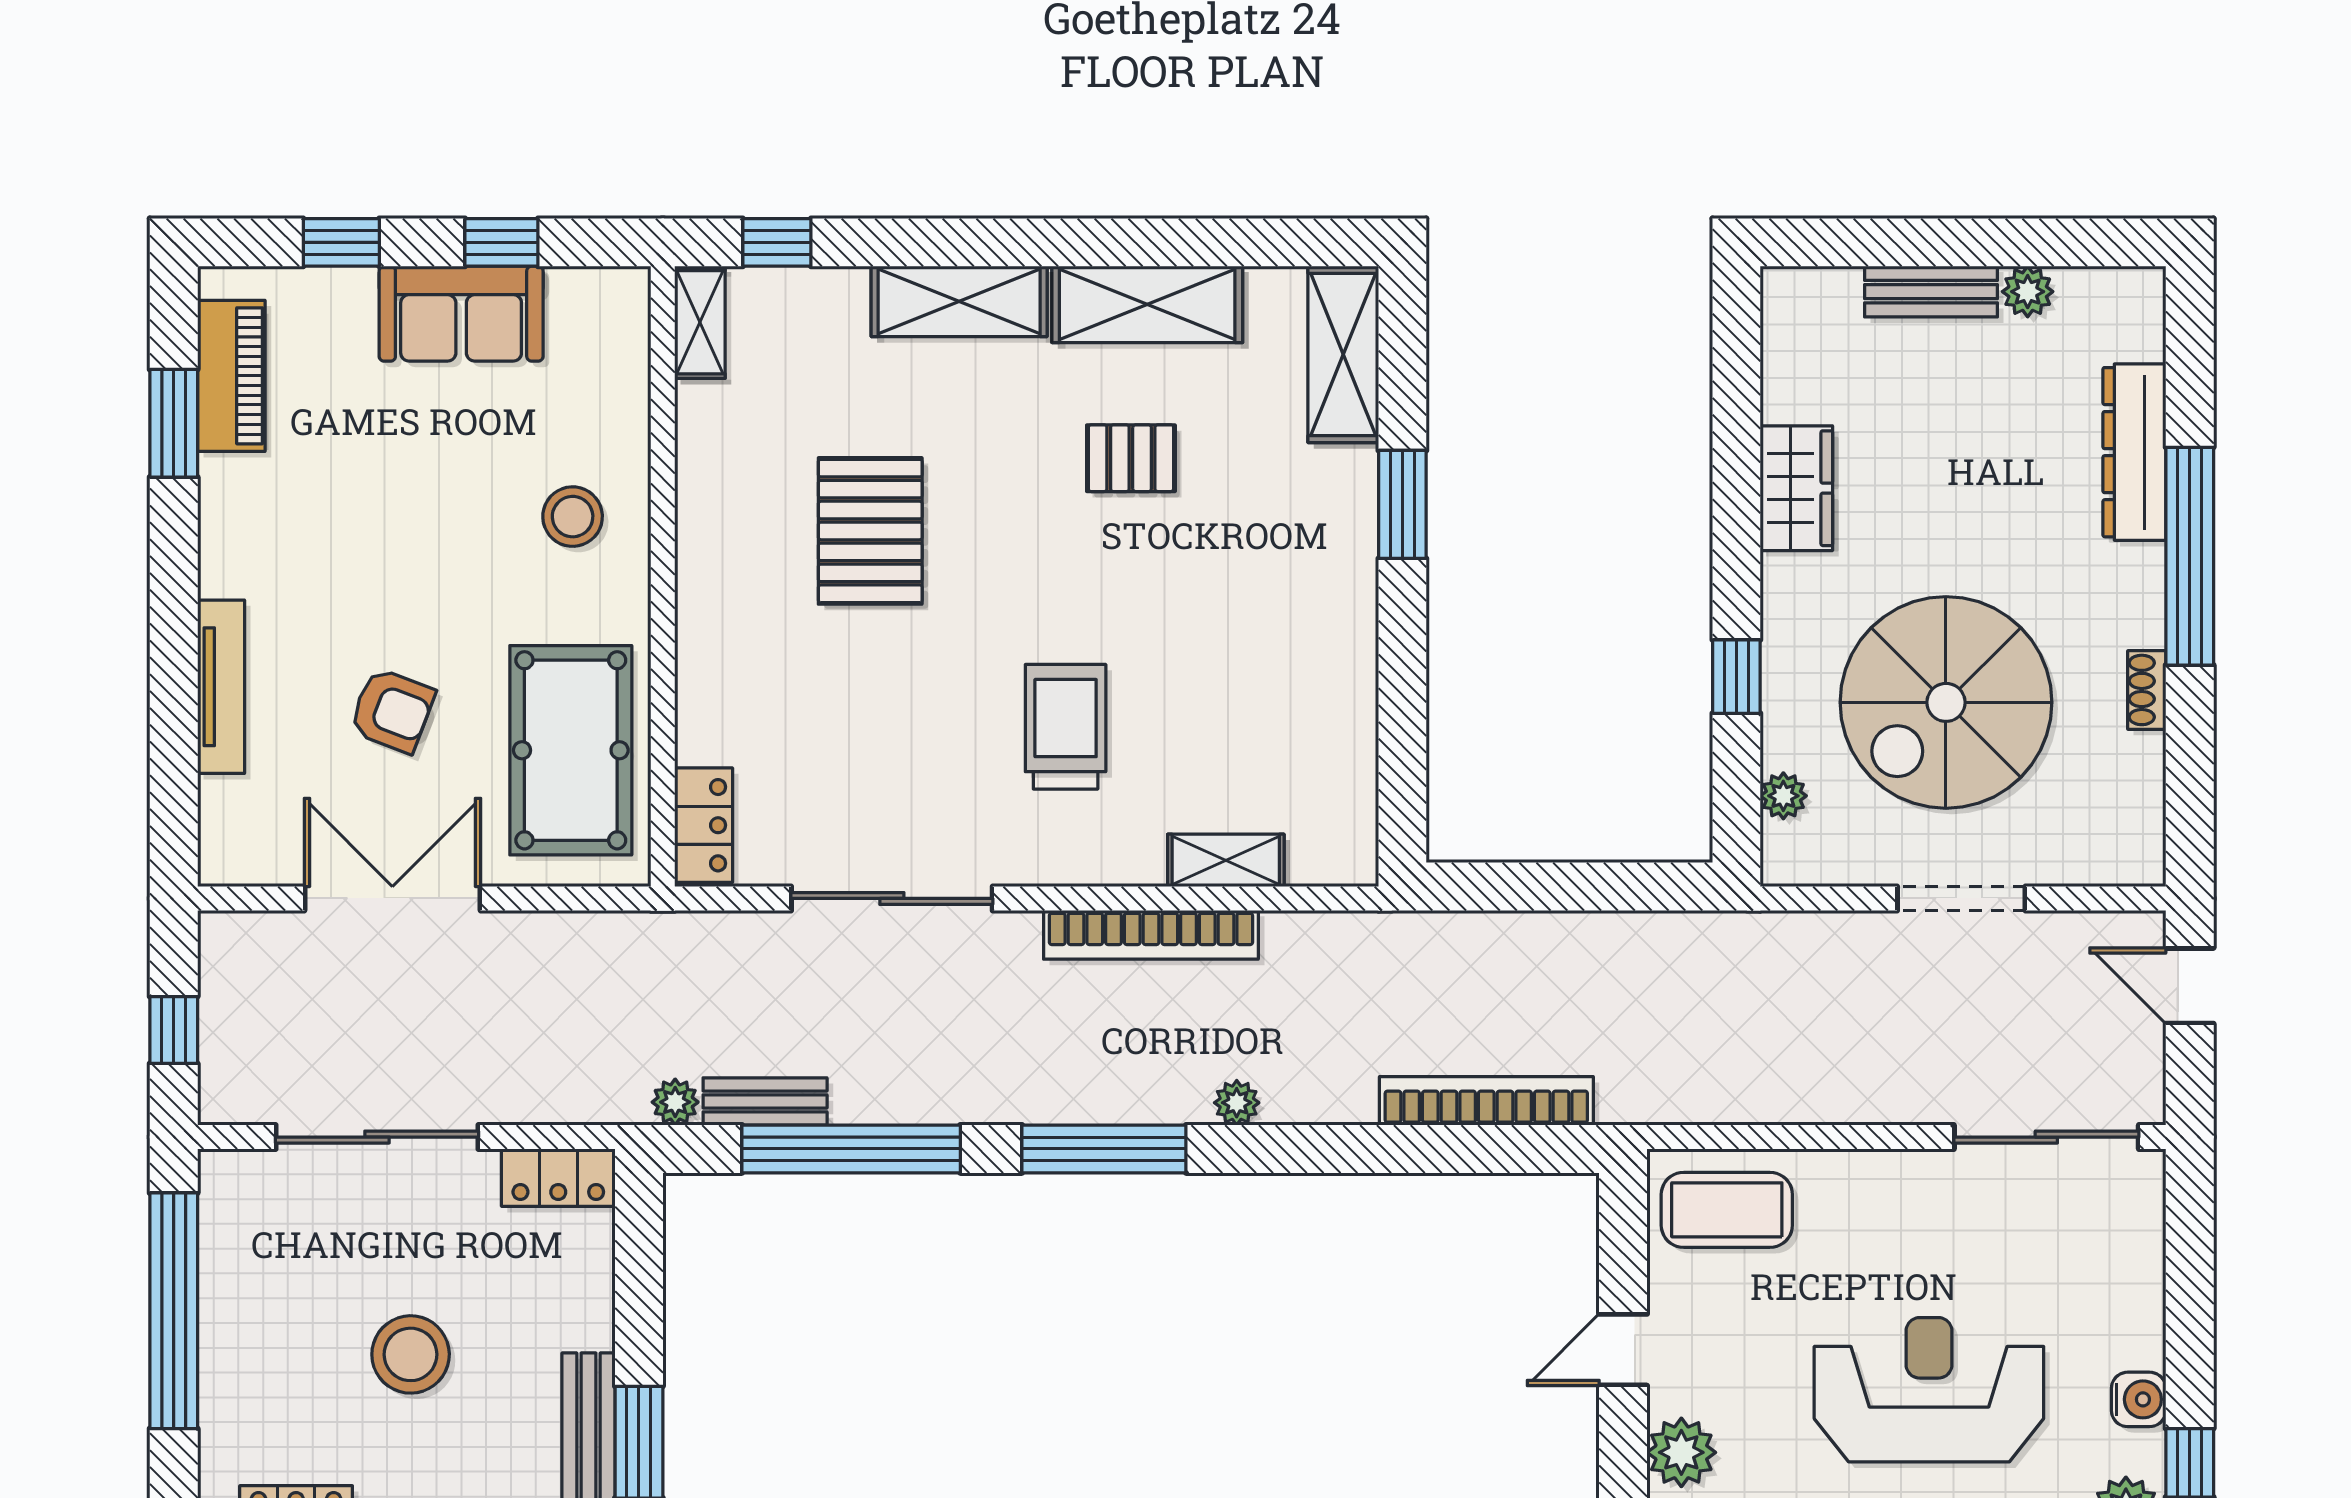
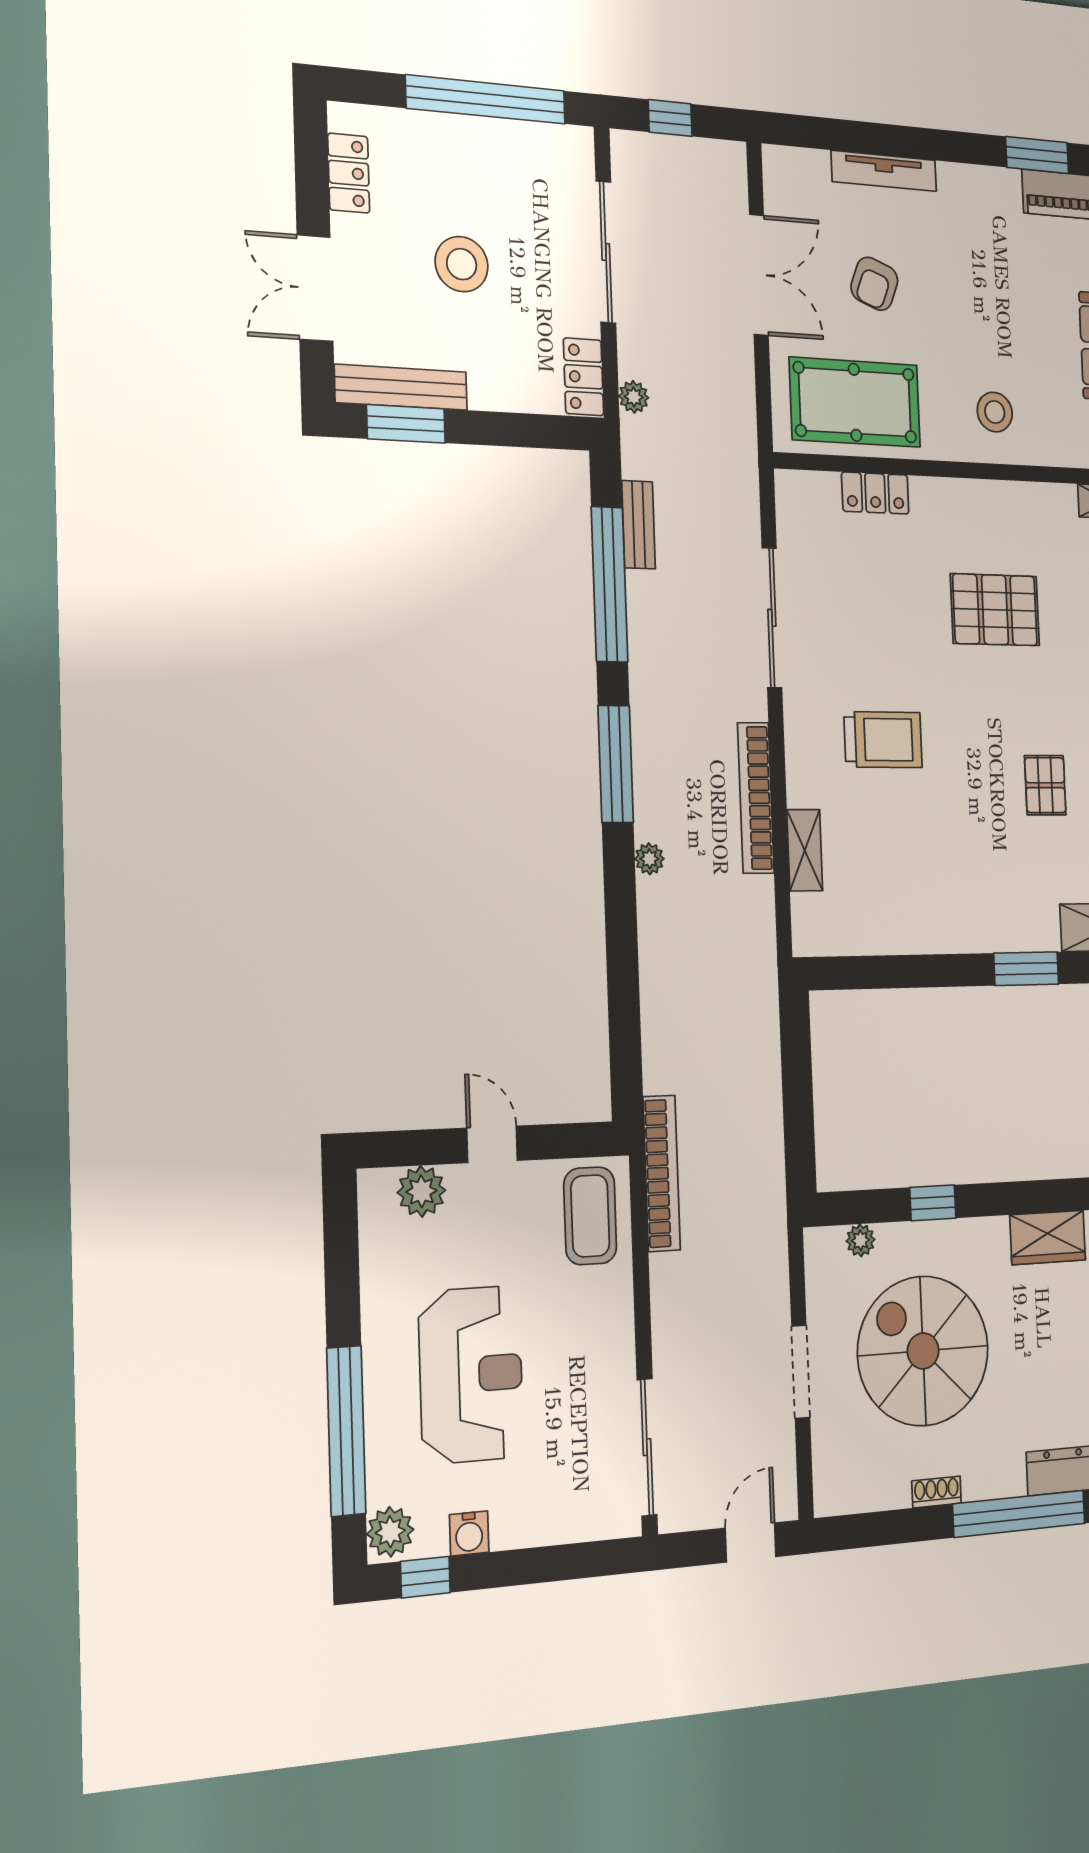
locker: (704, 825) -> (875, 493), moved
bookcase: (1486, 1101) -> (662, 1173), moved
plant: (675, 1102) -> (634, 397), moved

